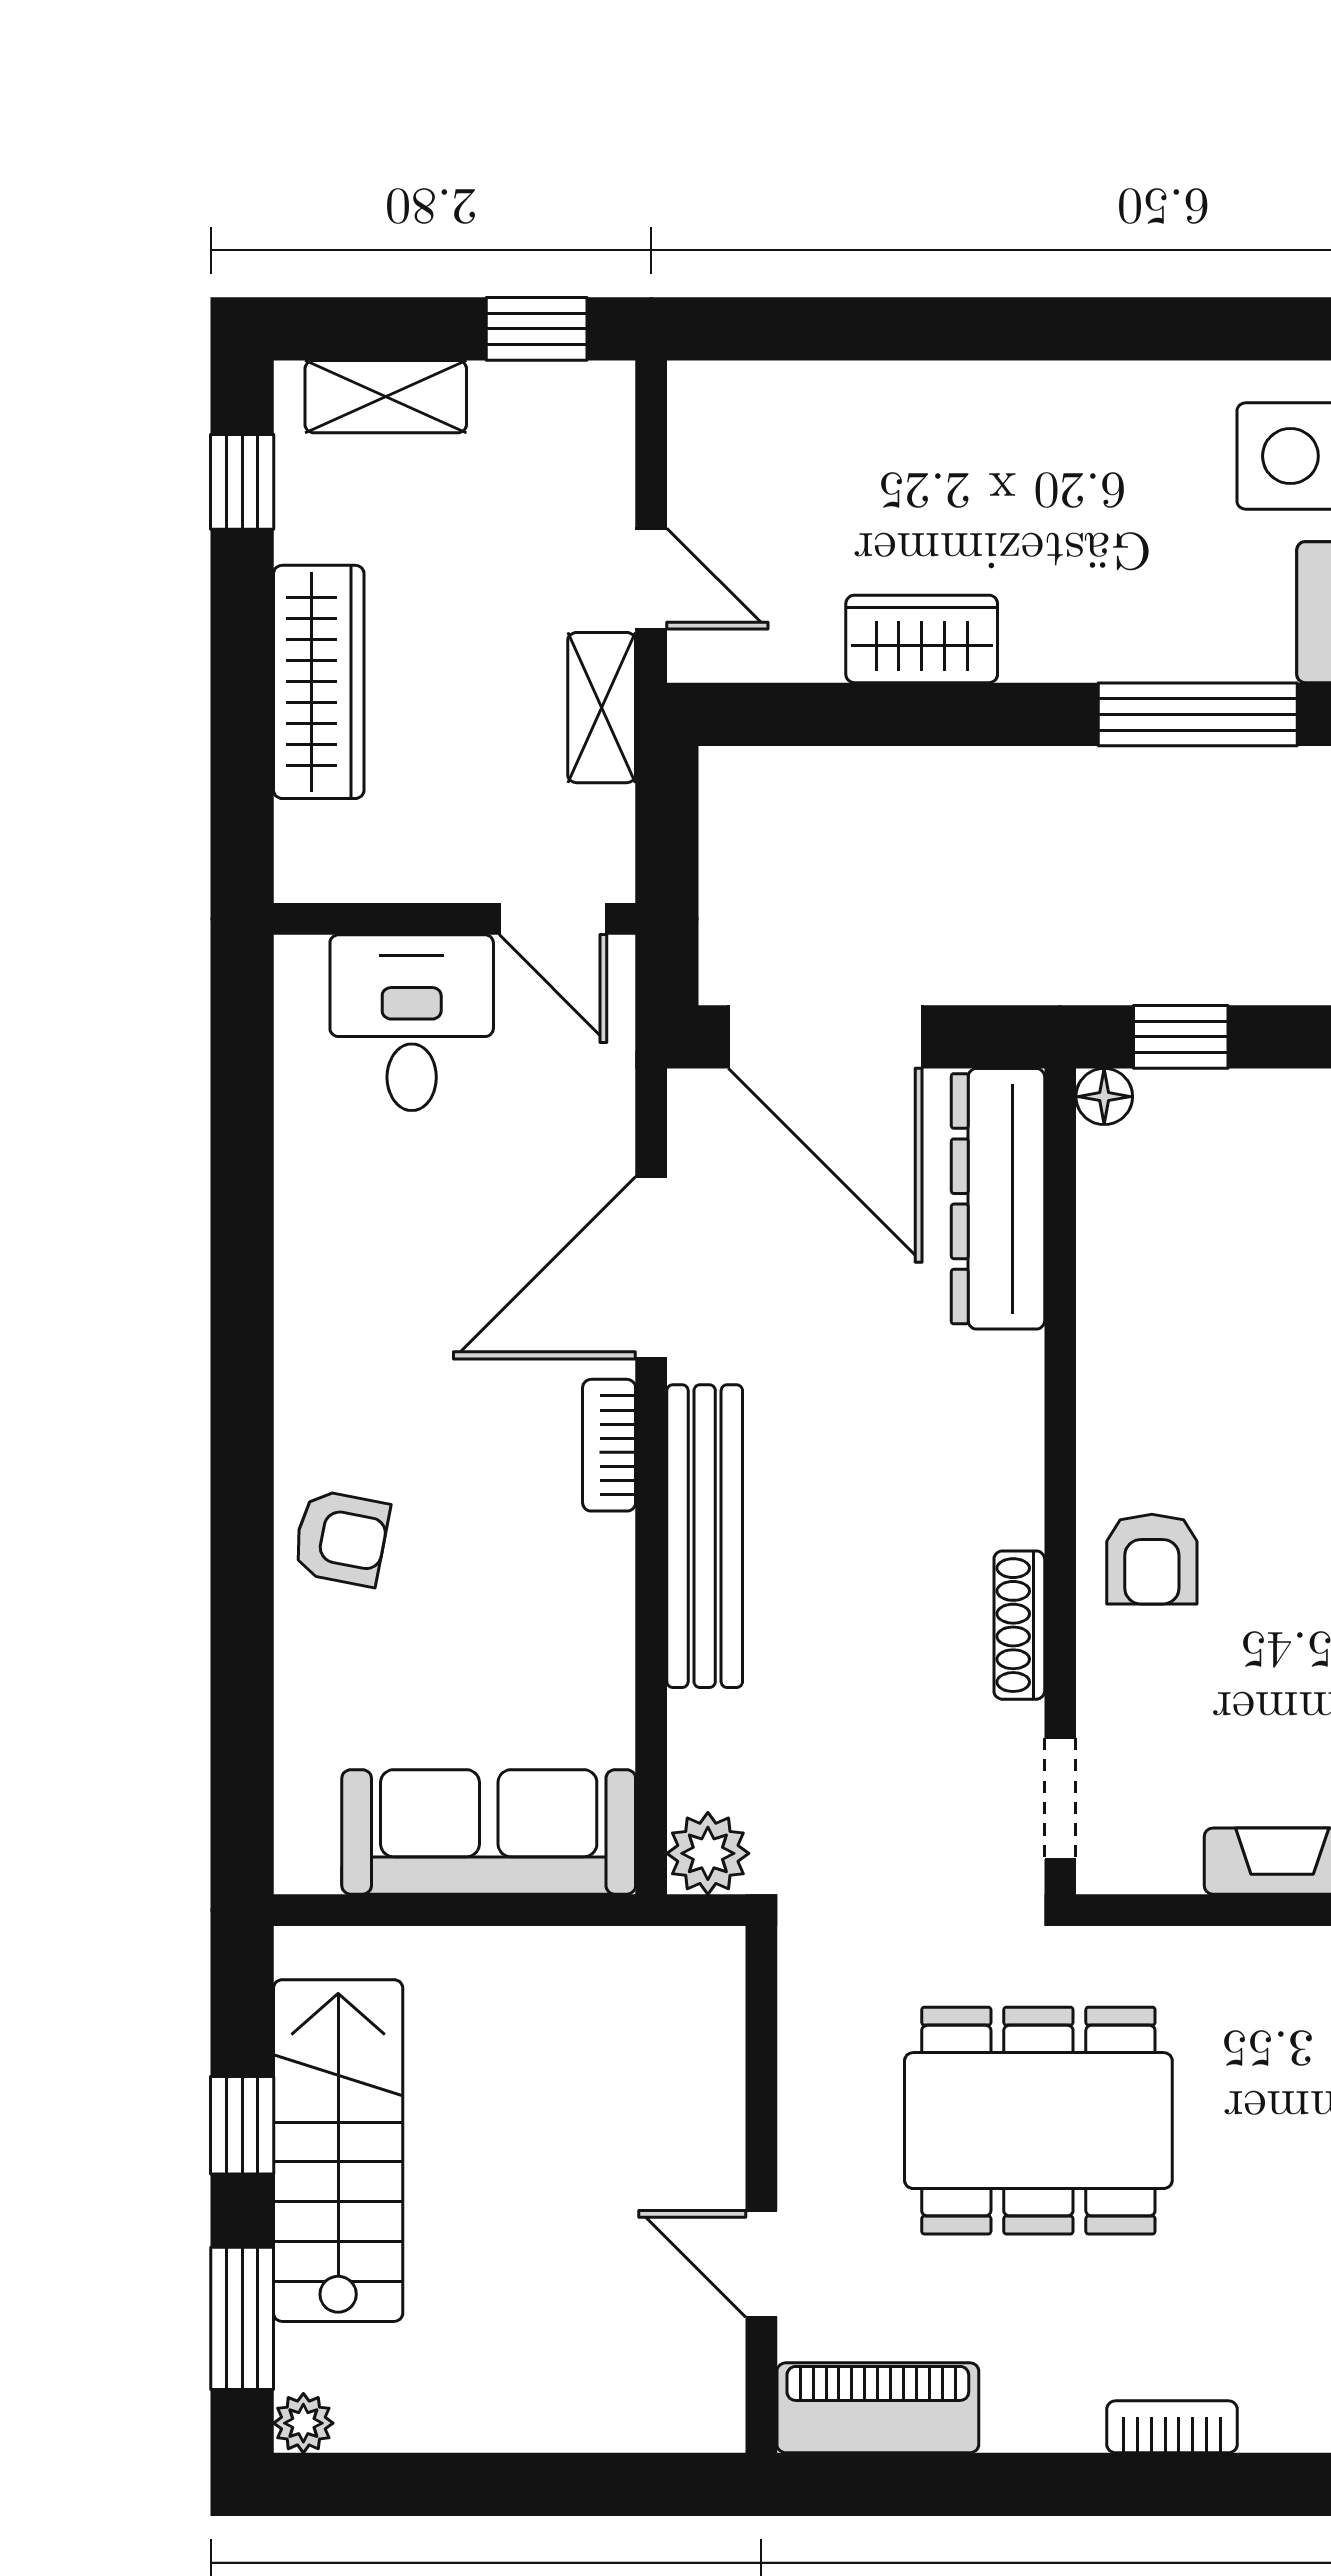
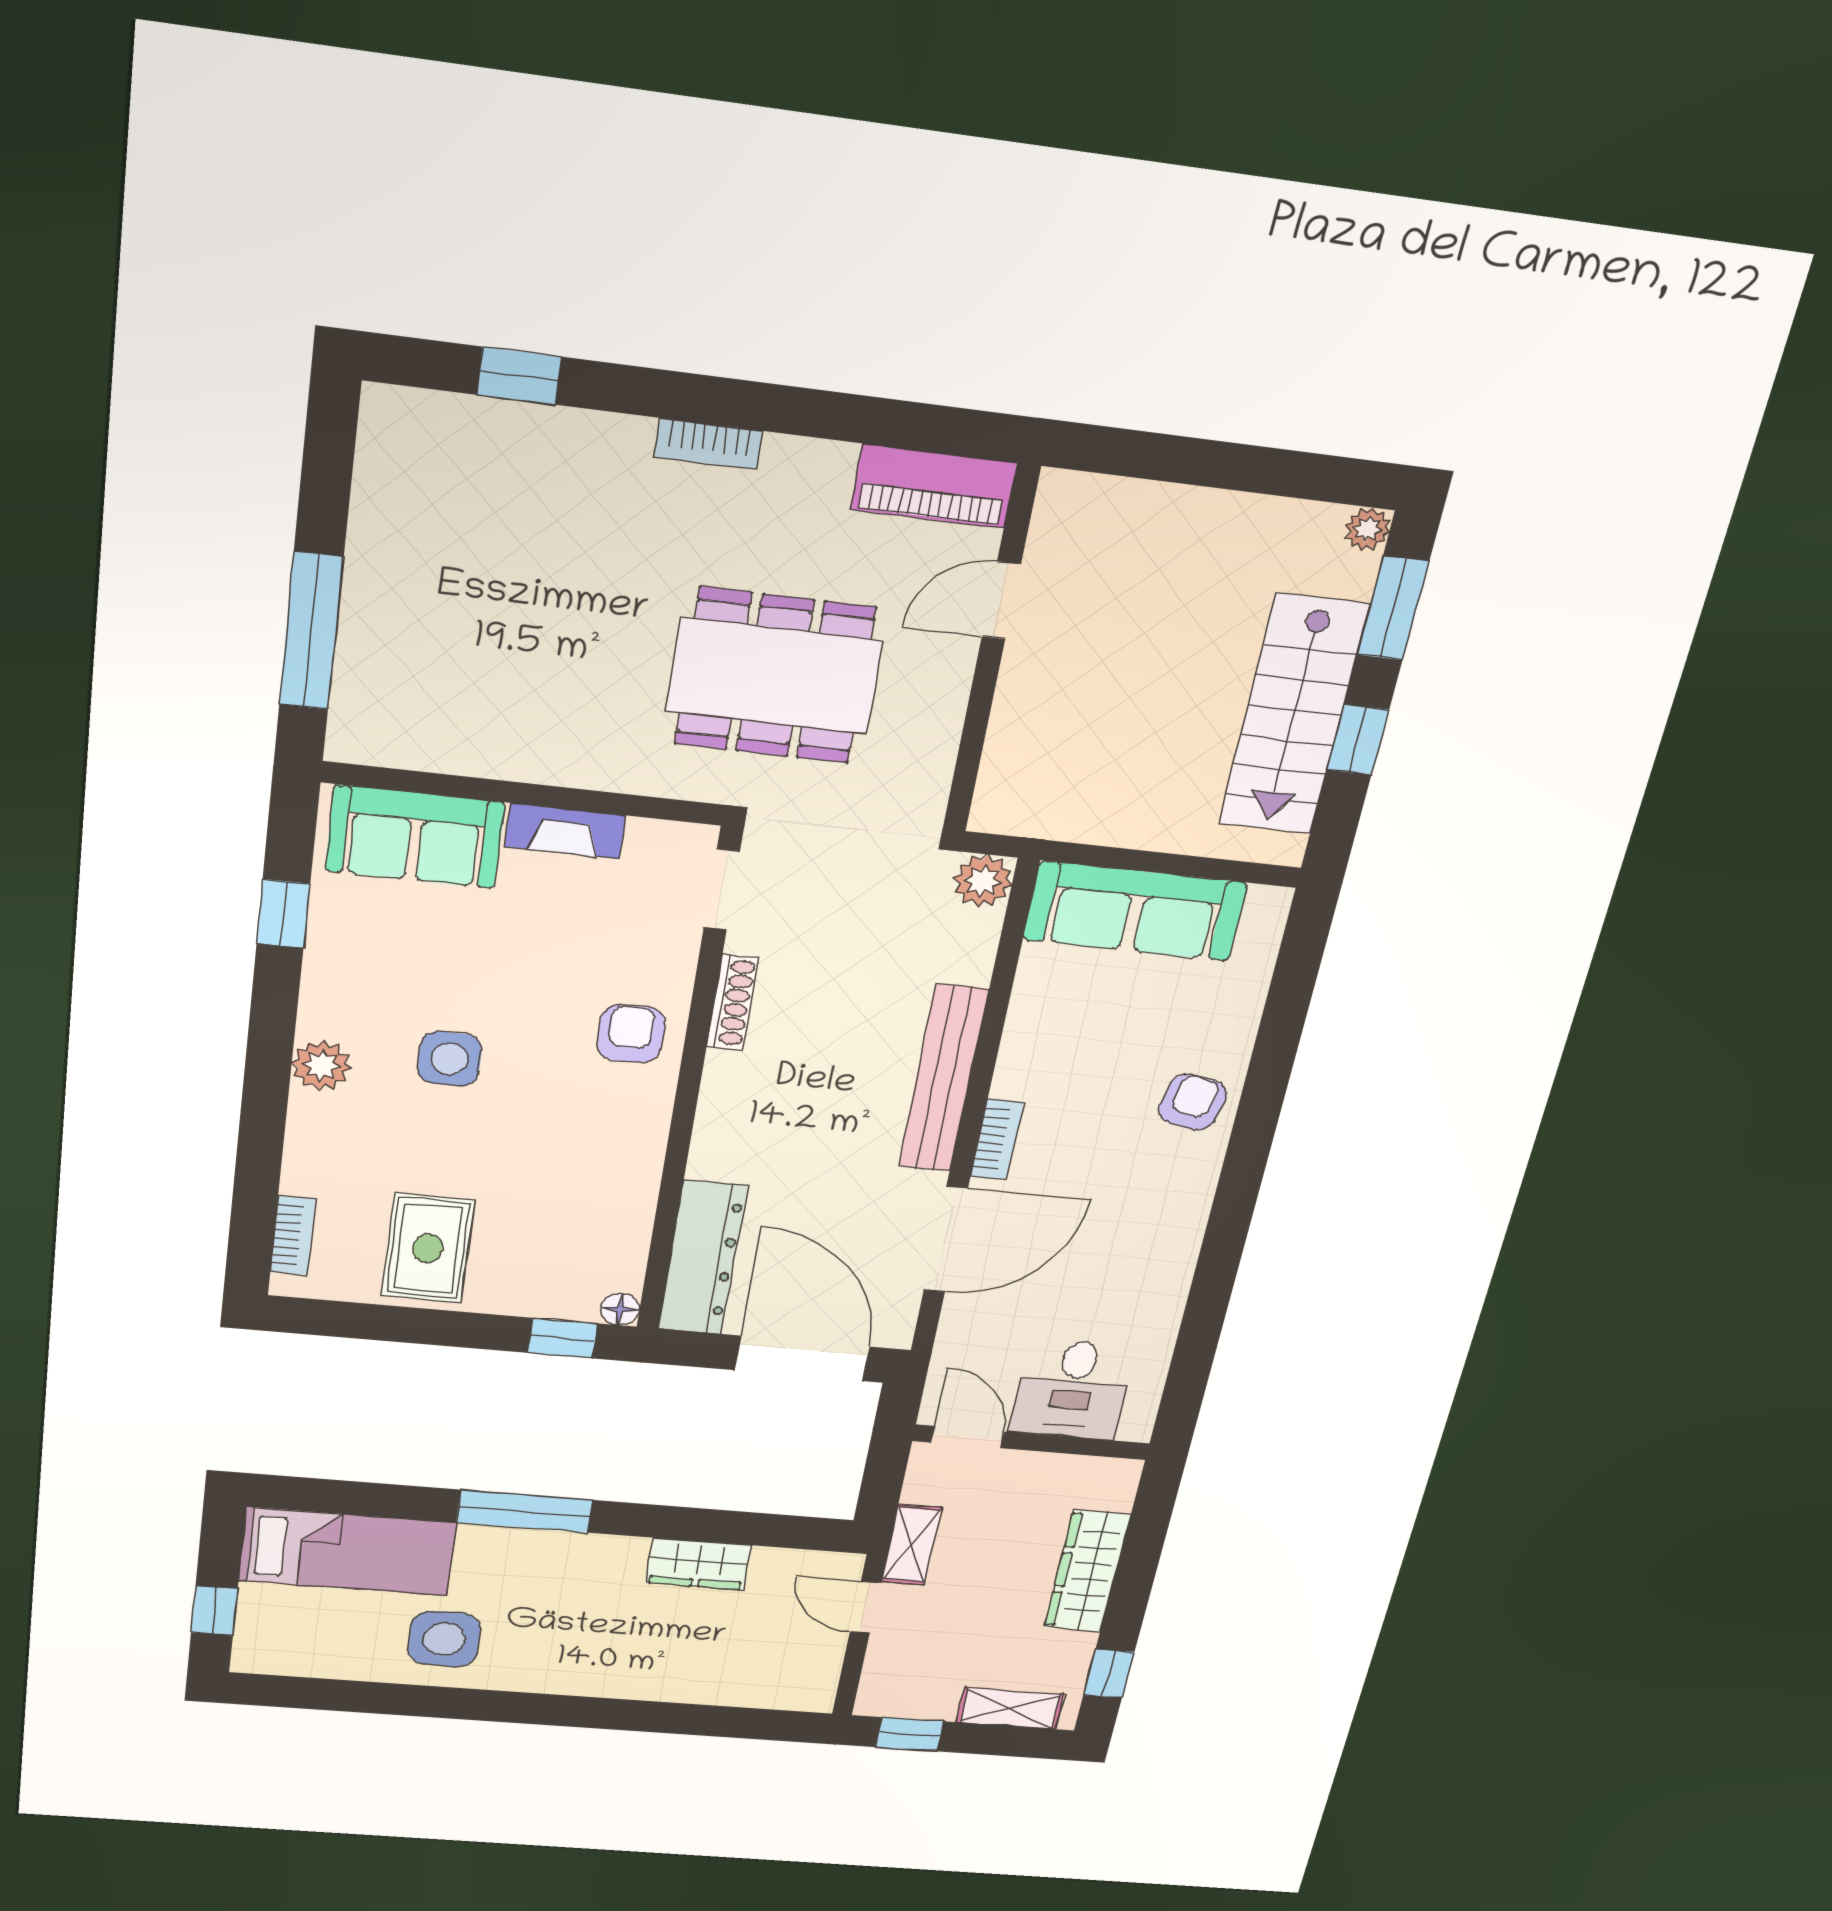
armchair: (341, 1538) -> (1193, 1102), turned 91
door: (761, 2264) -> (1001, 600), swing flipped

